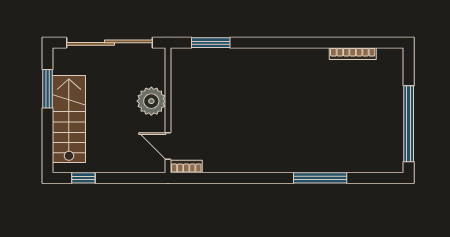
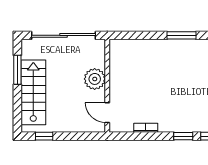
window: (211, 43) -> (181, 35), moved
bookcase: (186, 166) -> (146, 128), moved
window: (270, 178) -> (183, 136), added

